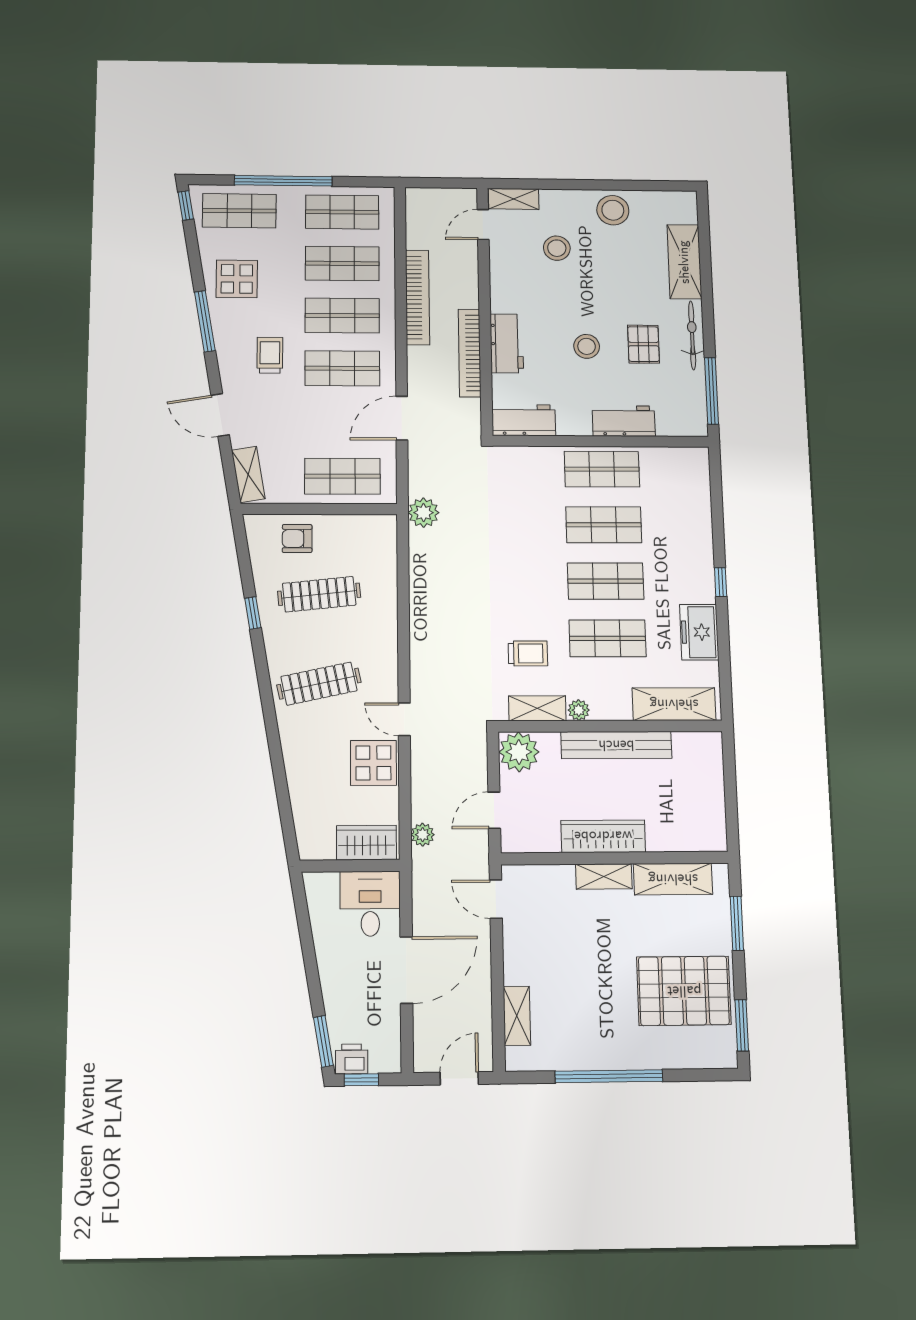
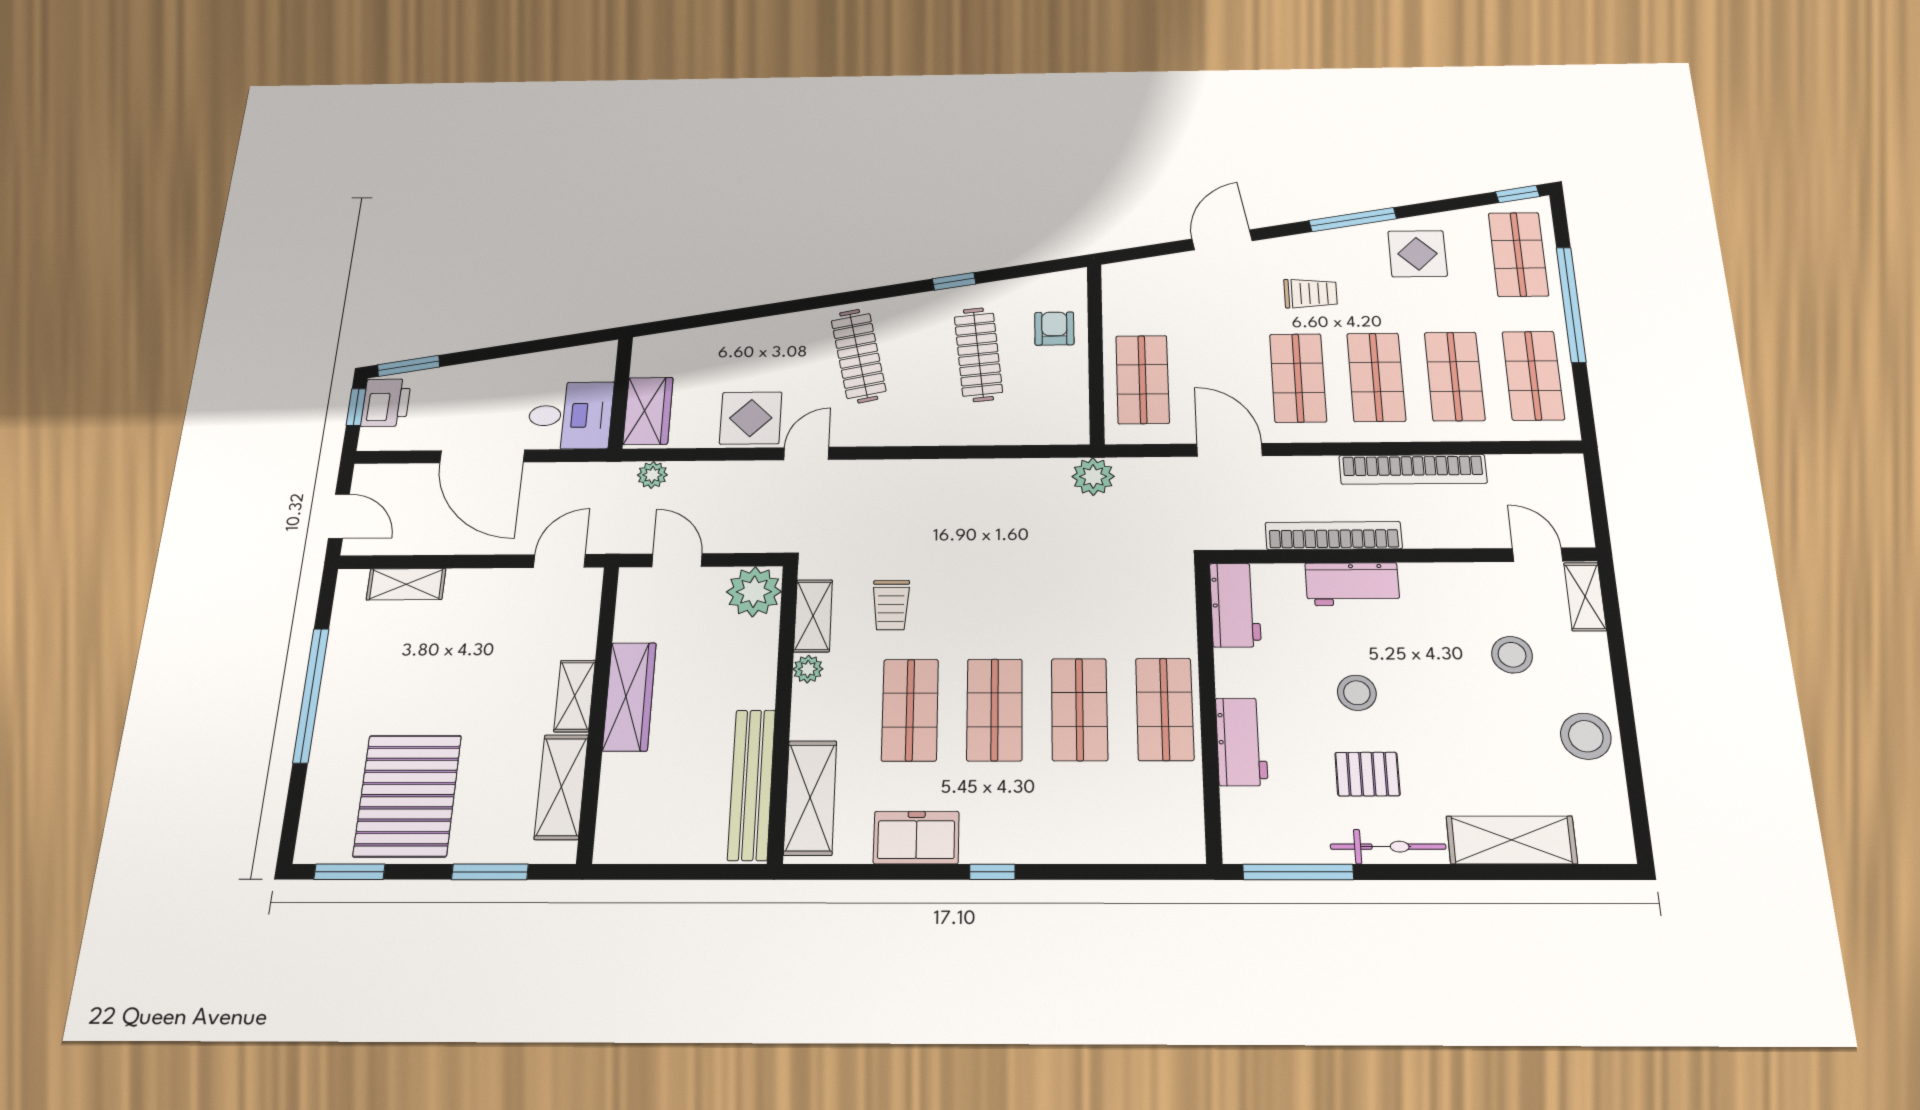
shelving: (248, 474) -> (1141, 273), removed
bench: (616, 745) -> (752, 784), moved
printer: (352, 1059) -> (386, 403), width x1.36, depth x1.24

